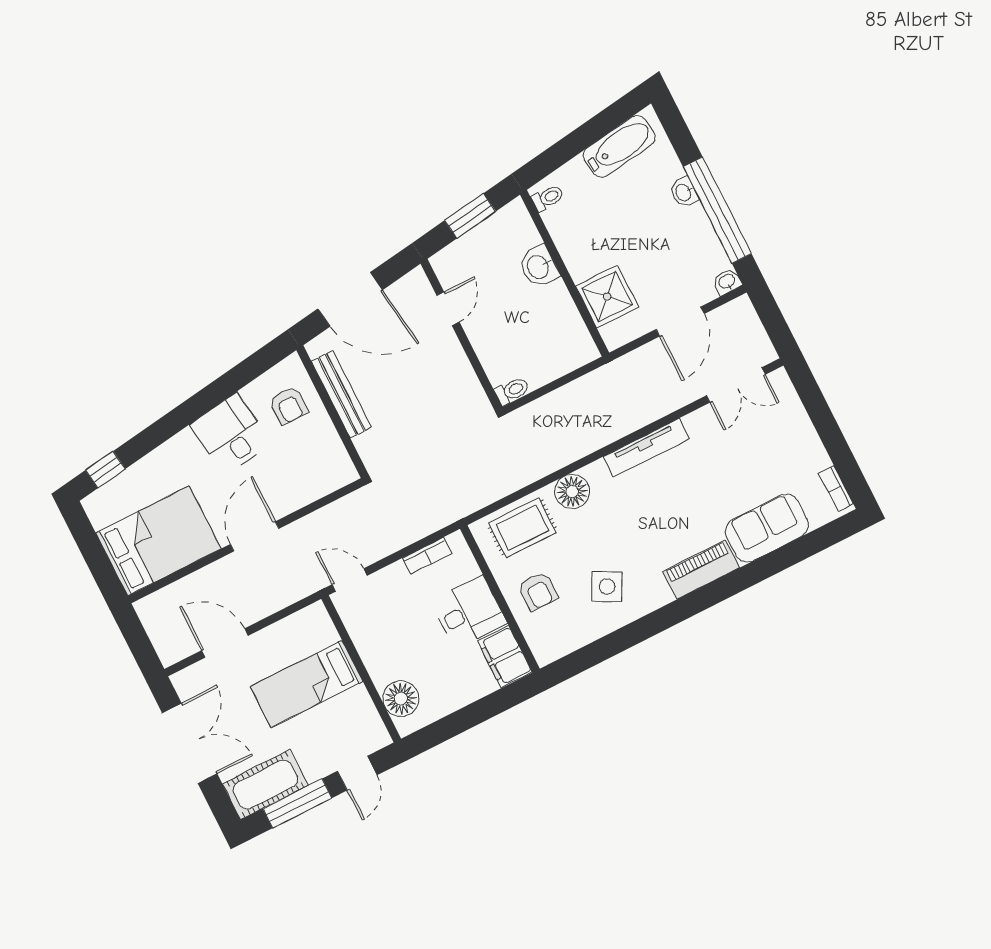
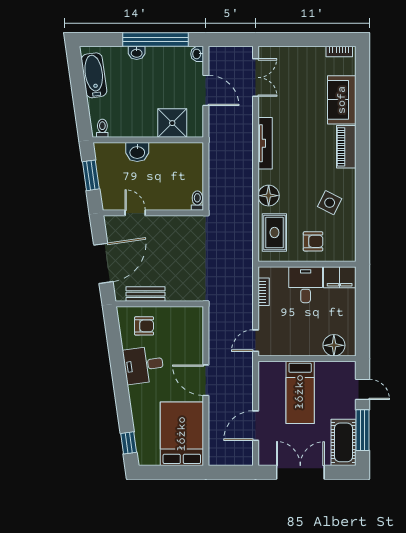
bench: (341, 394) -> (145, 294), width x0.73

